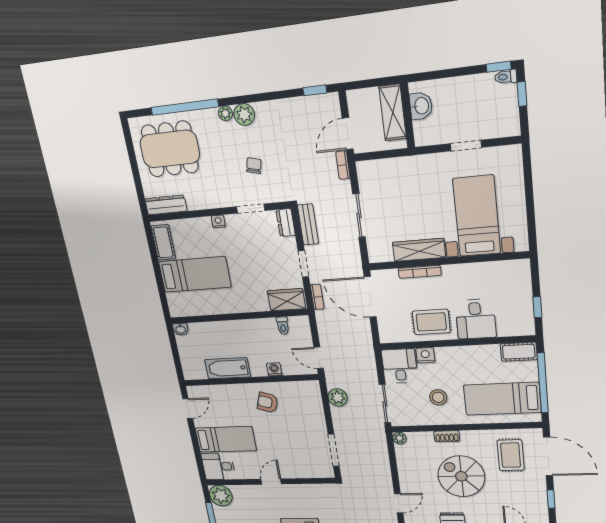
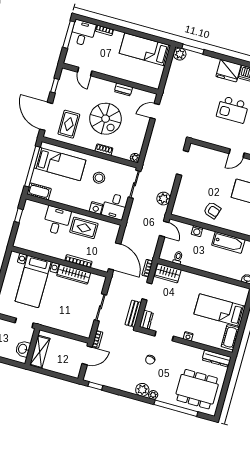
washbasin: (421, 106) -> (23, 349), moved
shelving: (393, 112) -> (40, 352), moved
wall: (408, 116) -> (32, 347), moved

